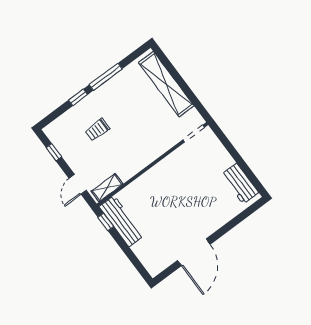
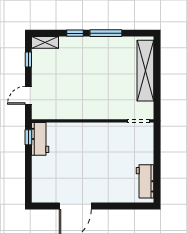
trolley: (97, 130) -> (72, 67), removed
shelving: (107, 188) -> (45, 42), moved
workbench: (122, 221) -> (40, 139), width x0.73

